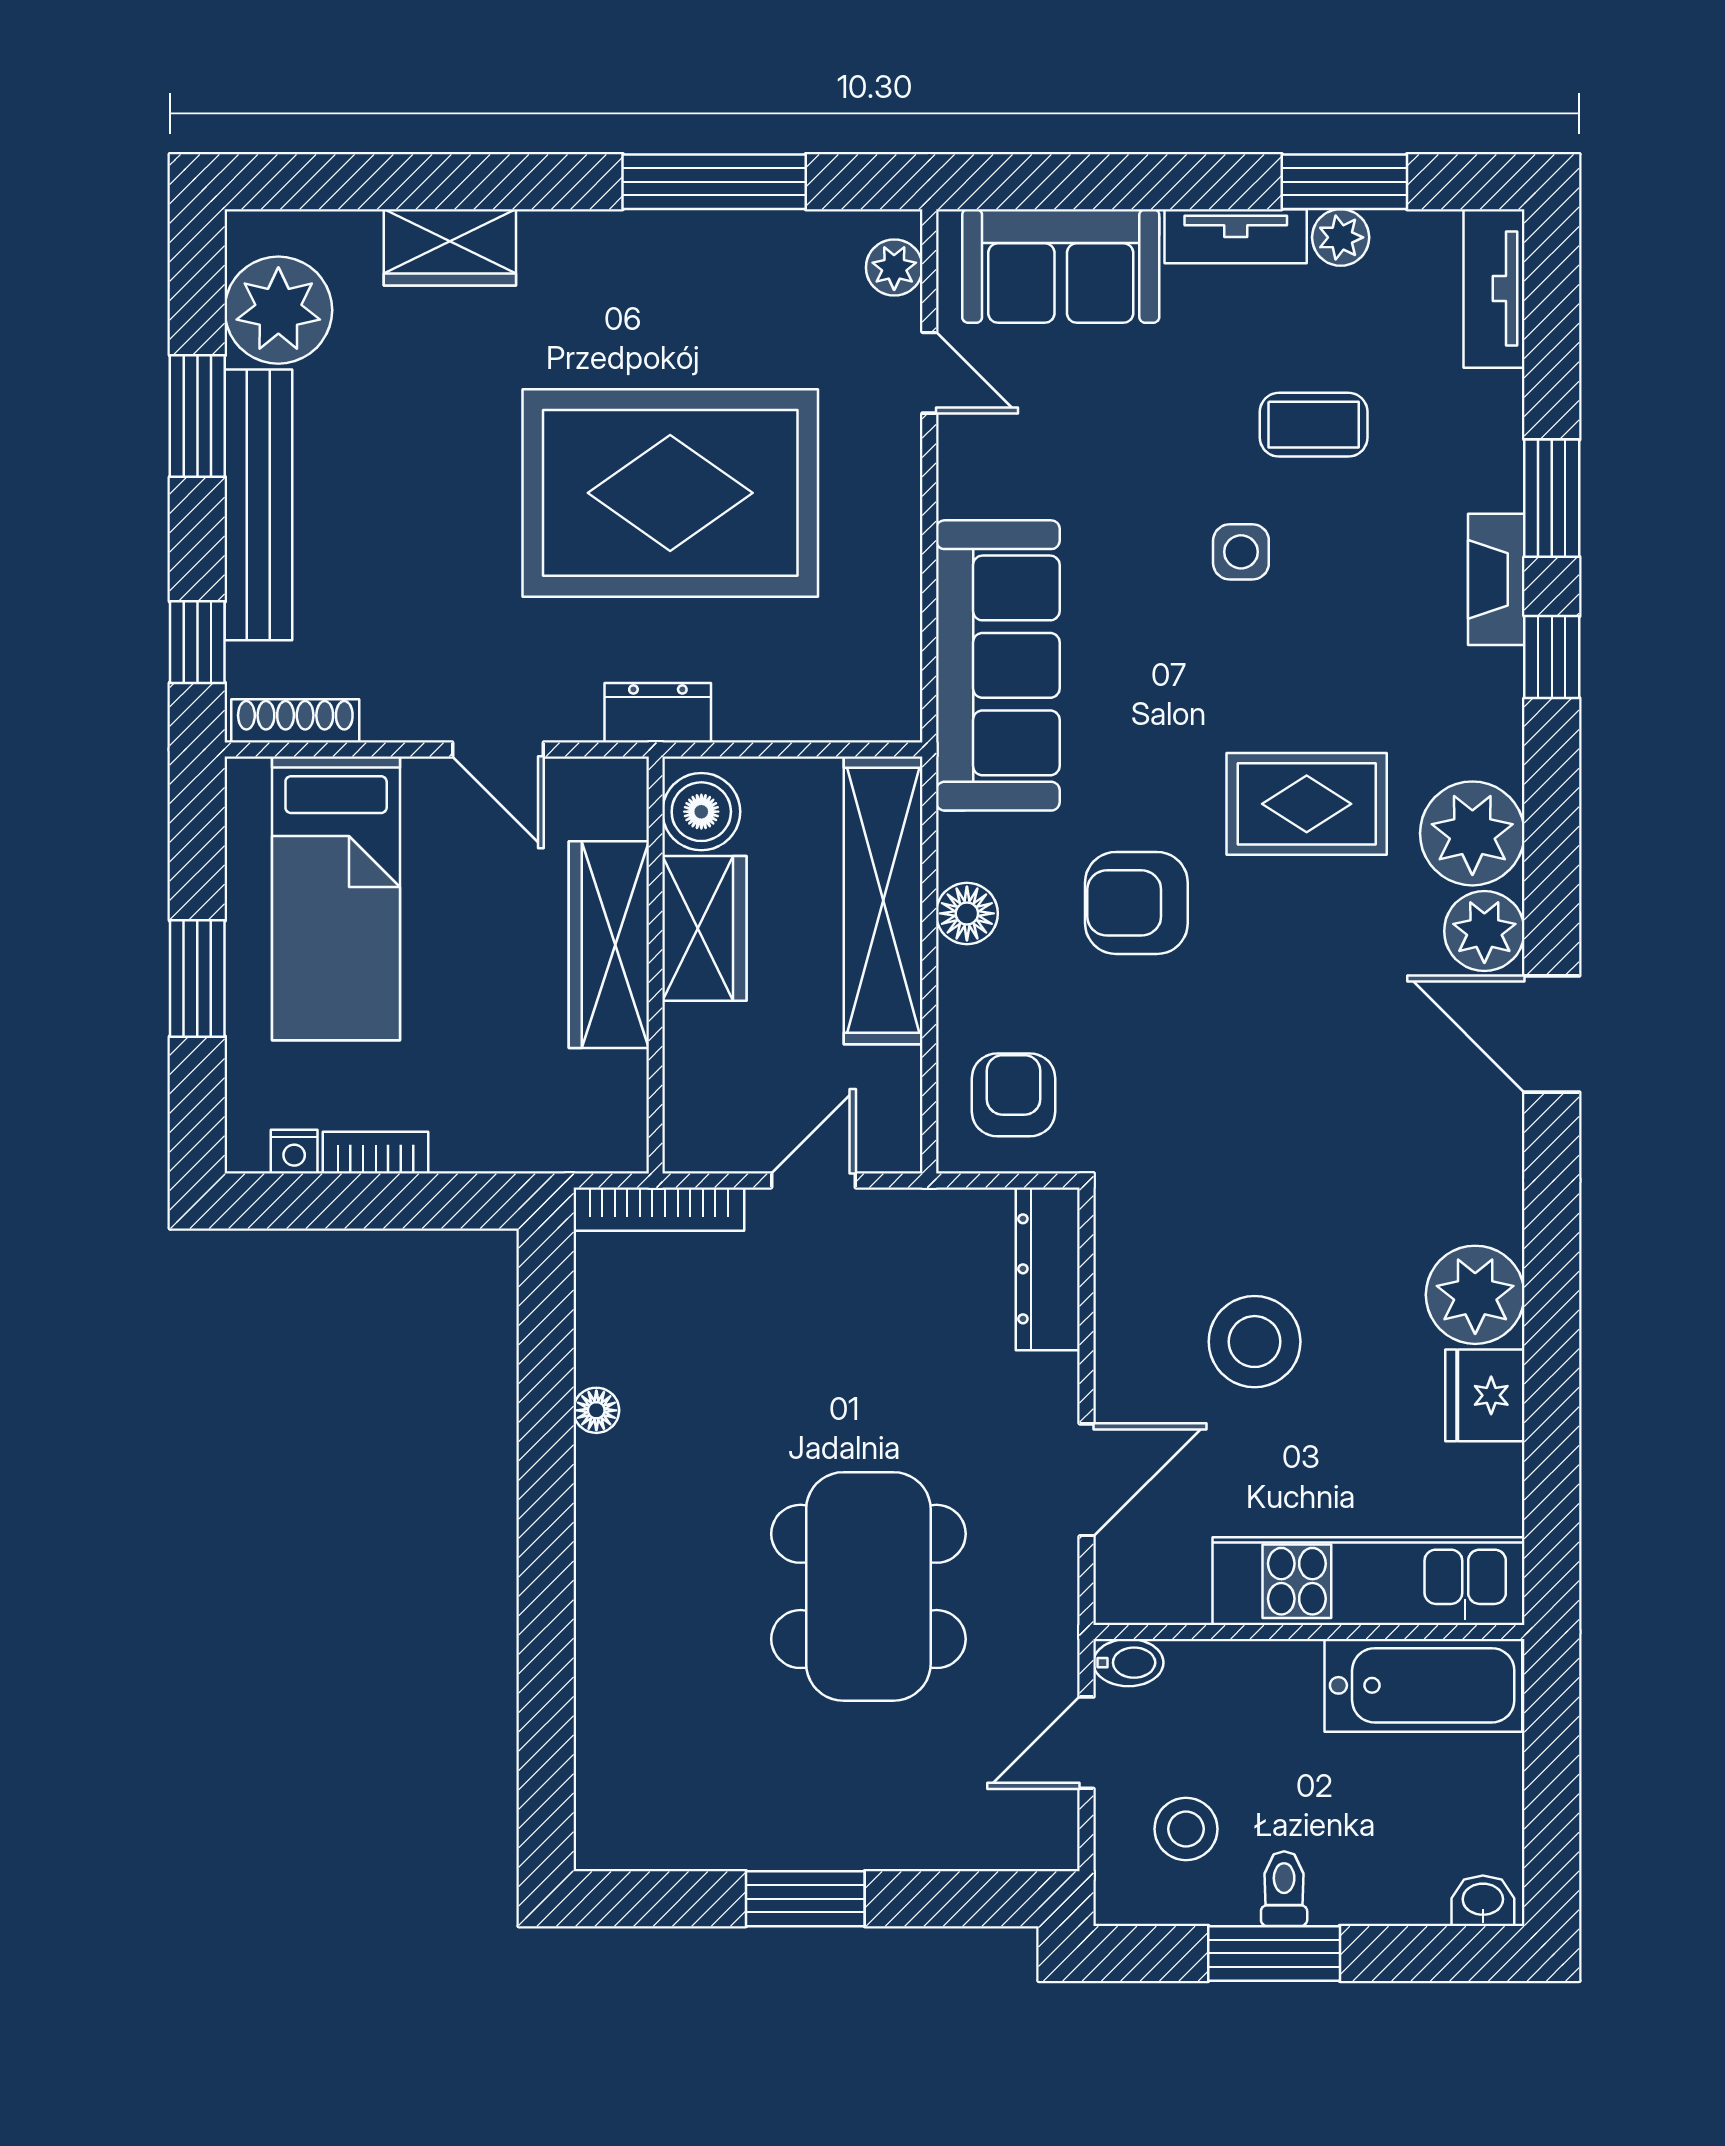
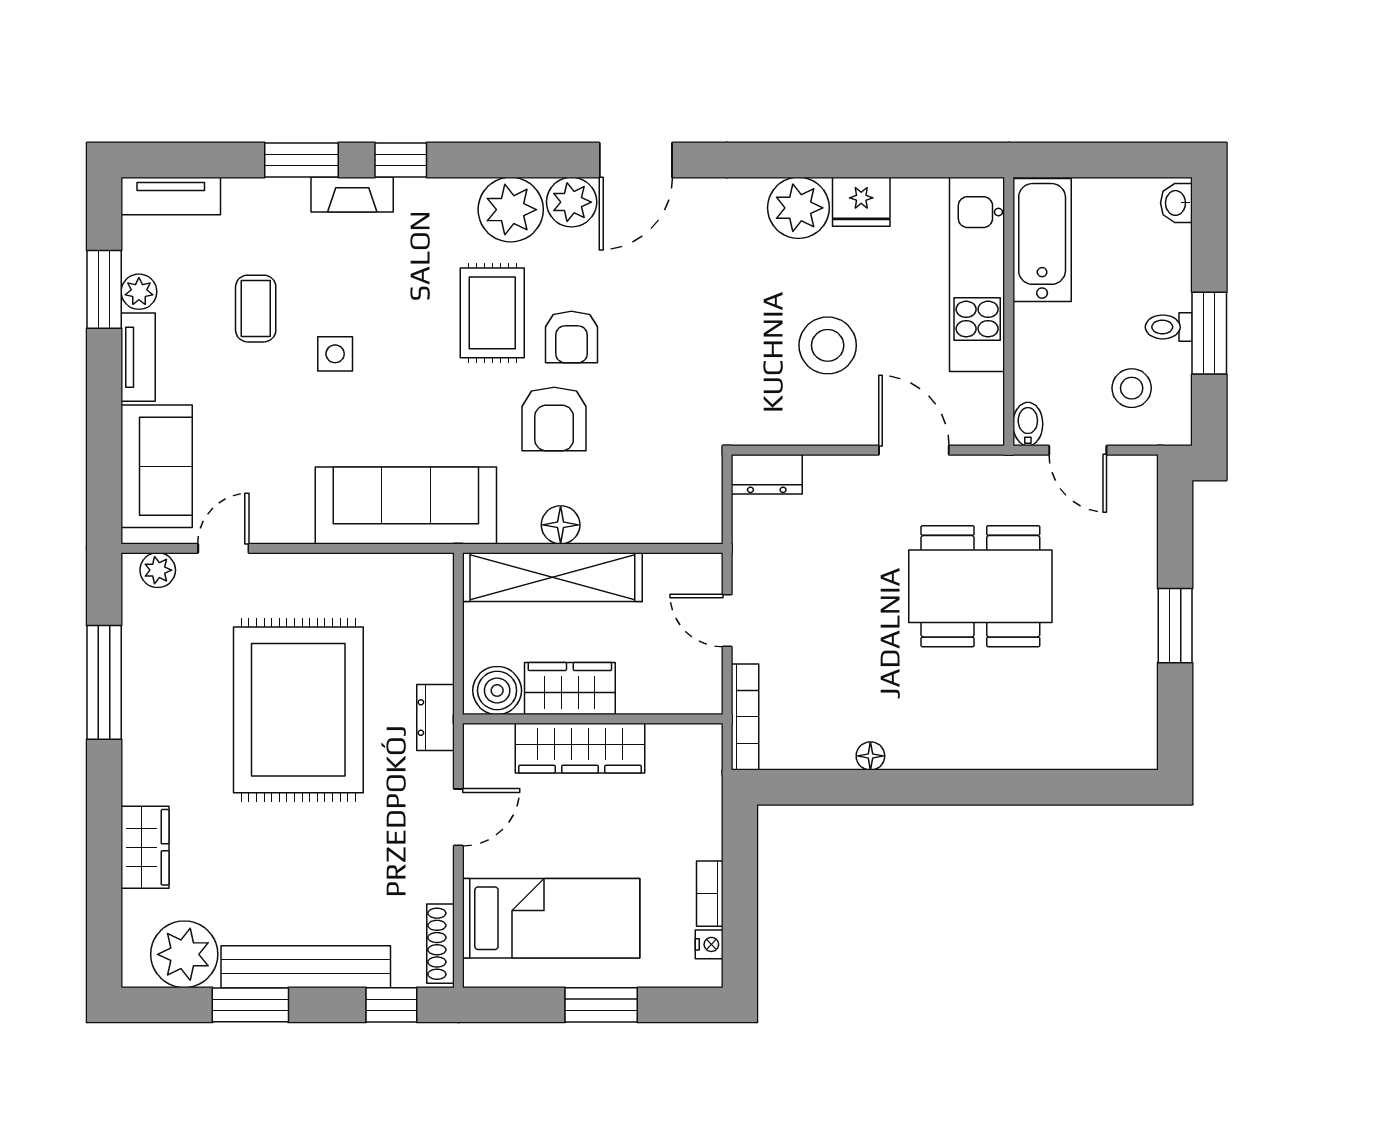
armchair: (1014, 1095) -> (571, 337), moved, turned -90
dresser: (1048, 1269) -> (767, 474), width x0.70

